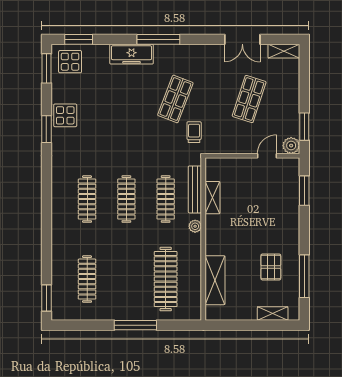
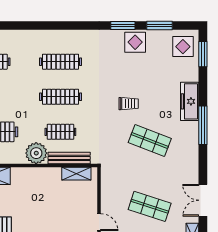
window: (46, 68) -> (159, 26), moved
trolley: (194, 132) -> (129, 104), moved
shelving: (213, 198) -> (76, 174), moved
clothes rail: (166, 199) -> (60, 132), width x0.73
plant: (195, 226) -> (36, 153), width x1.88, depth x1.88

